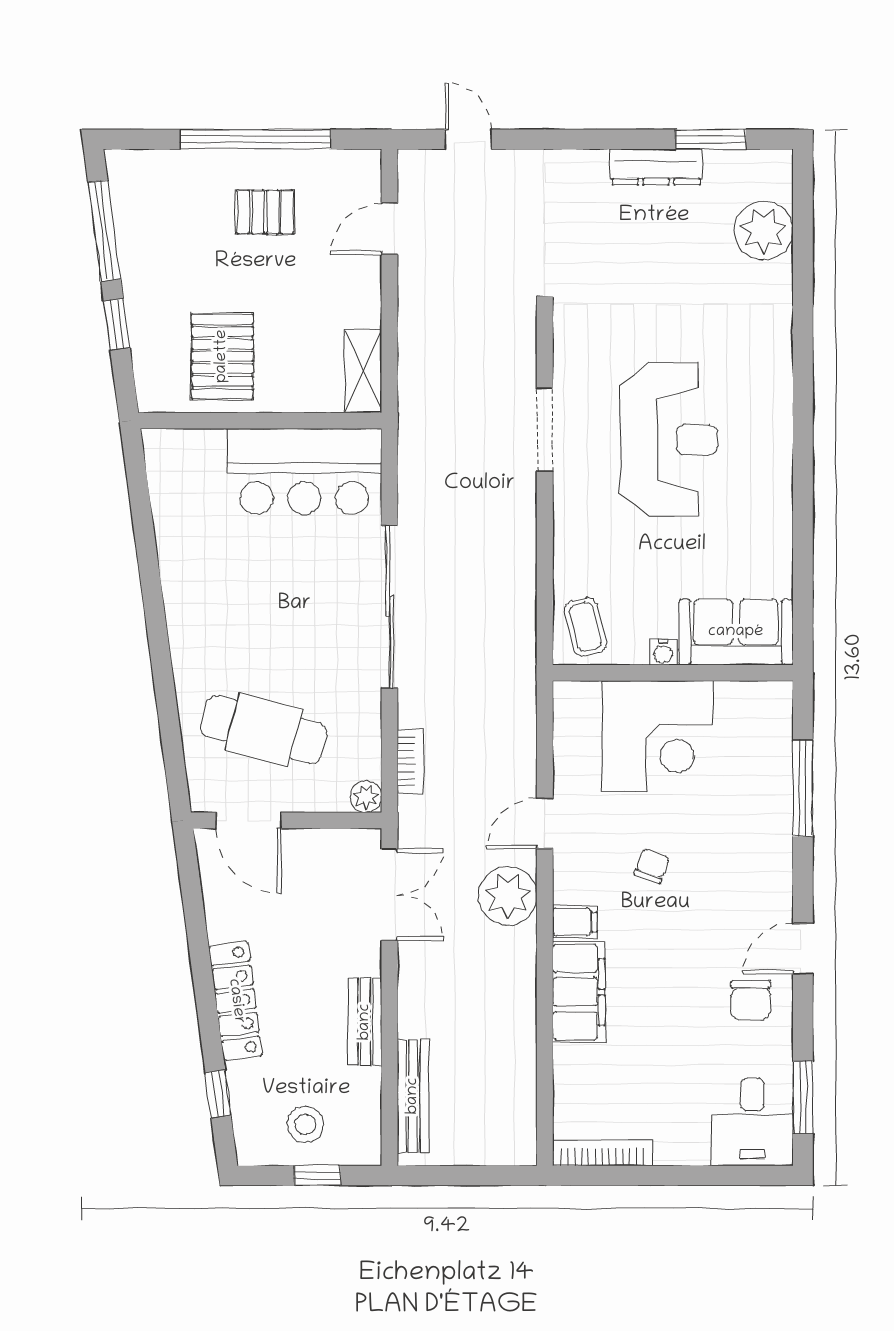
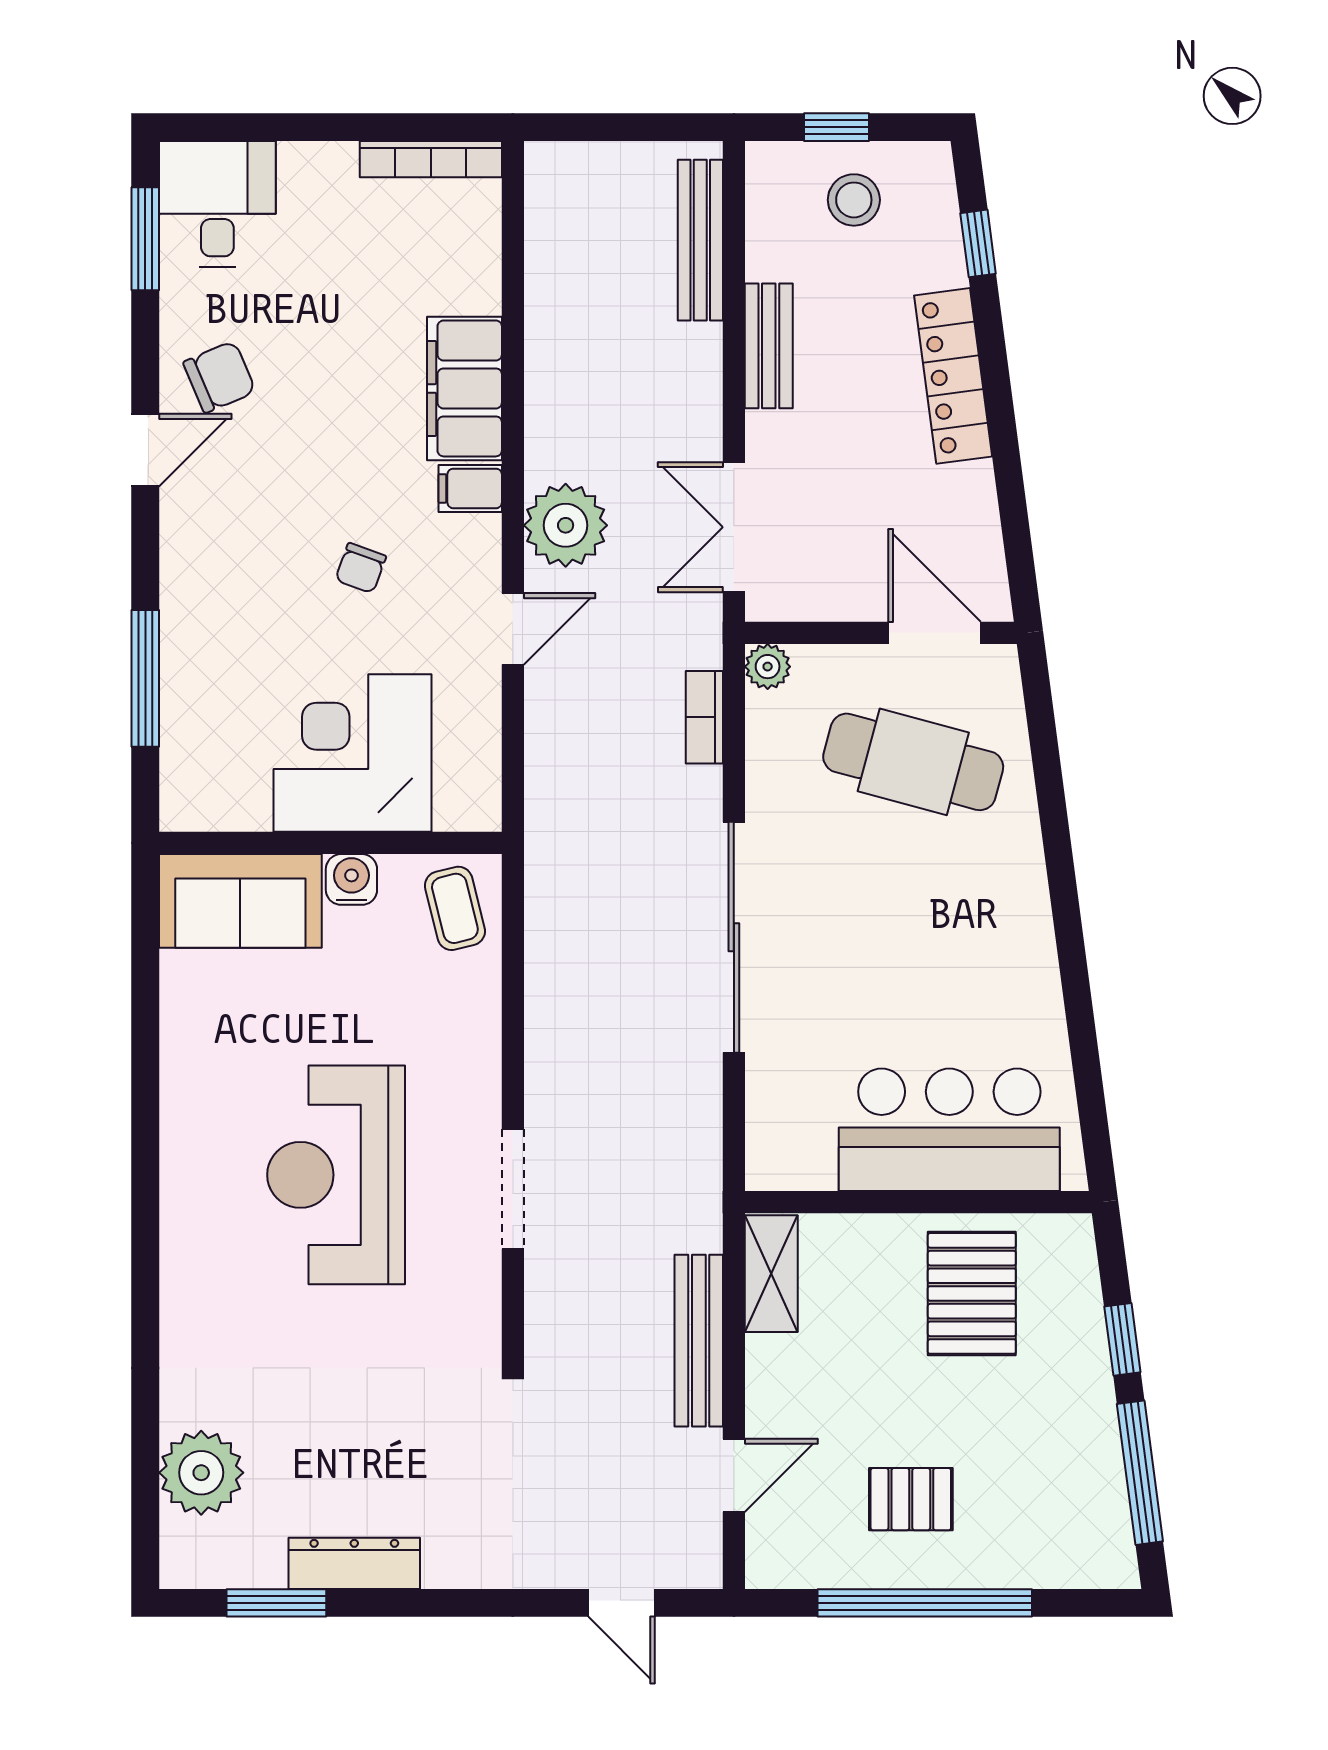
bench: (414, 323) -> (699, 1341), added
bar counter: (304, 471) -> (949, 1130), moved
water cooler: (663, 652) -> (351, 879), width x1.38, depth x1.38
chair: (751, 1000) -> (219, 377), turned 67

